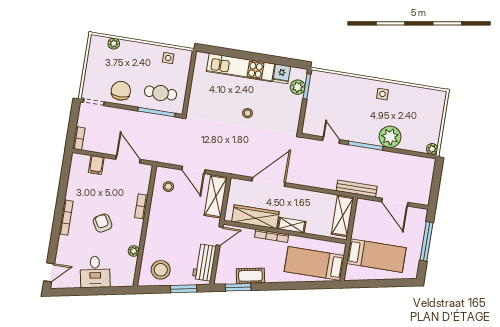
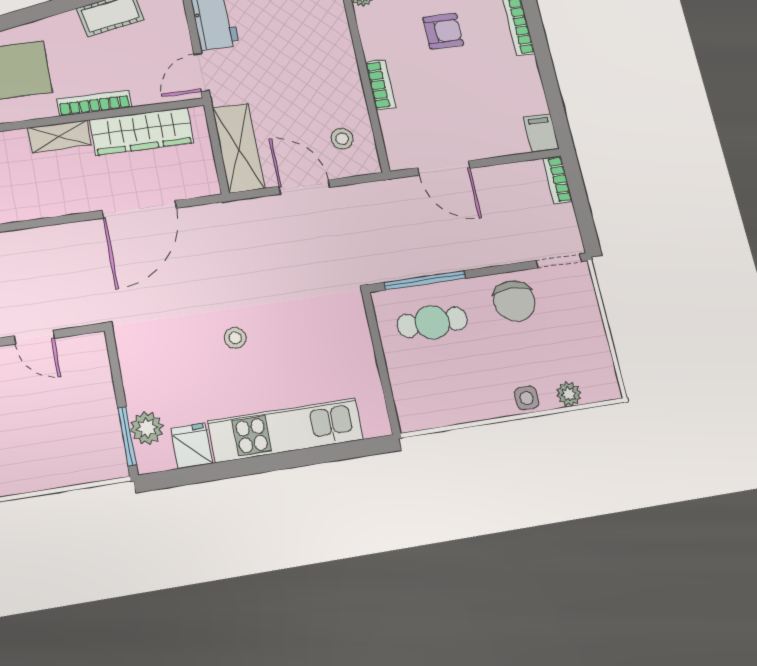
side table: (168, 58) -> (527, 398), moved
filing cabinet: (96, 165) -> (541, 133), moved
armchair: (103, 223) -> (443, 31), turned -60

